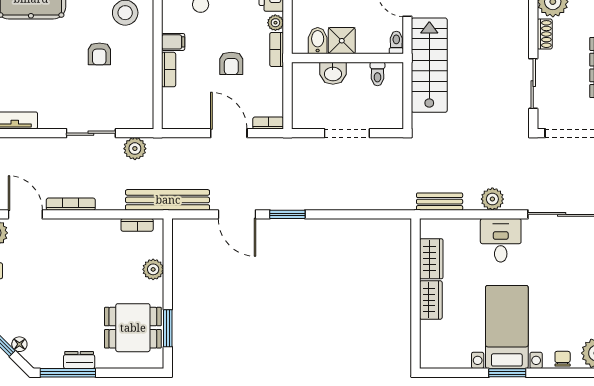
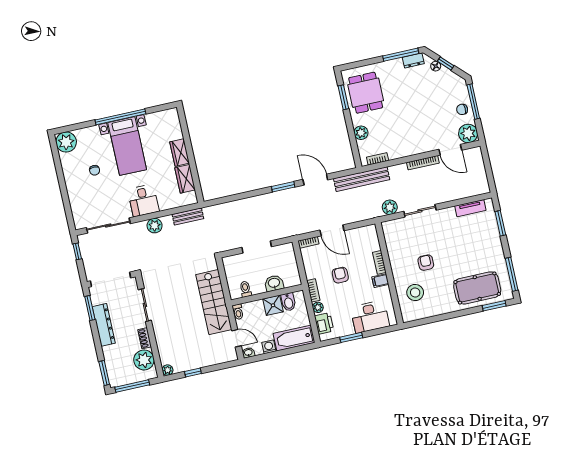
dining table: (133, 328) -> (366, 93), turned 90
chair: (563, 359) -> (95, 170), moved
dresser: (79, 360) -> (413, 60), moved
window: (507, 373) -> (120, 117), width x2.11

